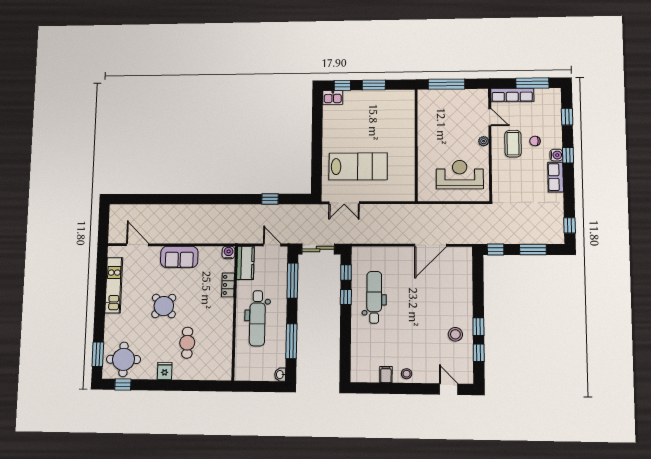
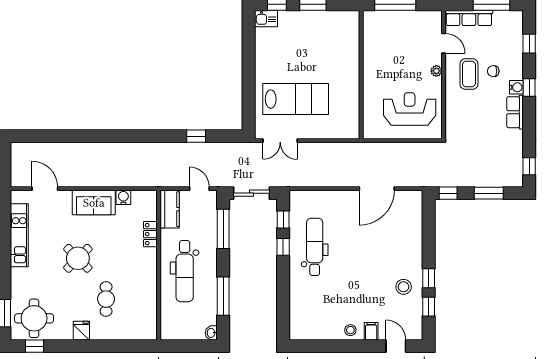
water cooler: (229, 252) -> (123, 197), moved
filing cabinet: (386, 375) -> (371, 331), moved

